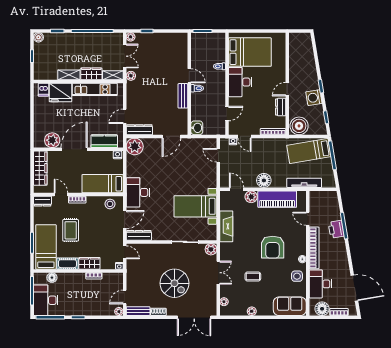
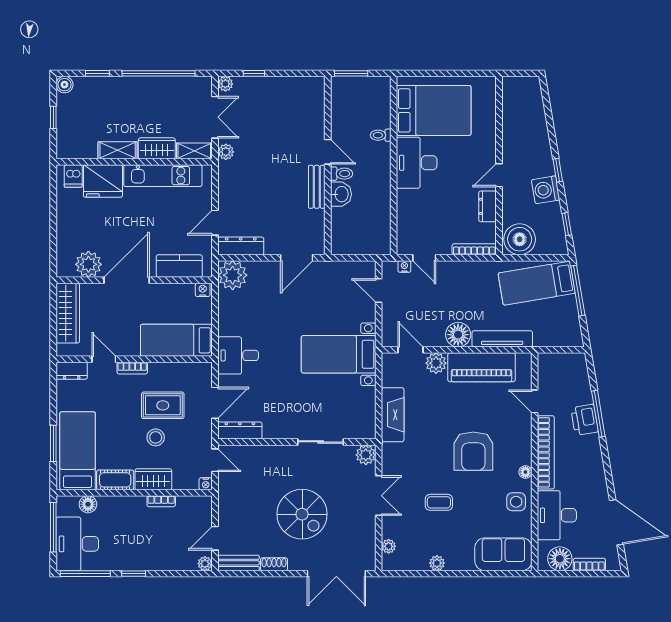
door: (227, 113) -> (394, 218), removed
washbasin: (197, 128) -> (341, 194), moved
tv unit: (304, 183) -> (502, 339), moved
desk: (138, 192) -> (238, 355), width x0.73
stool: (110, 204) -> (156, 437), moved
bed with nightstands: (195, 206) -> (339, 354), moved
rug: (71, 230) -> (163, 405), moved, turned 90

